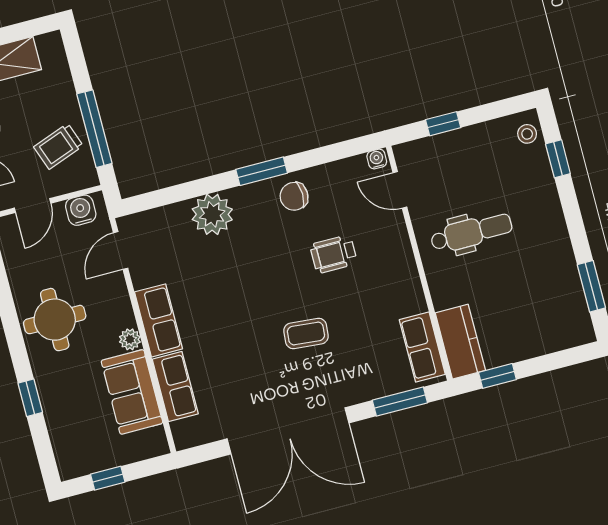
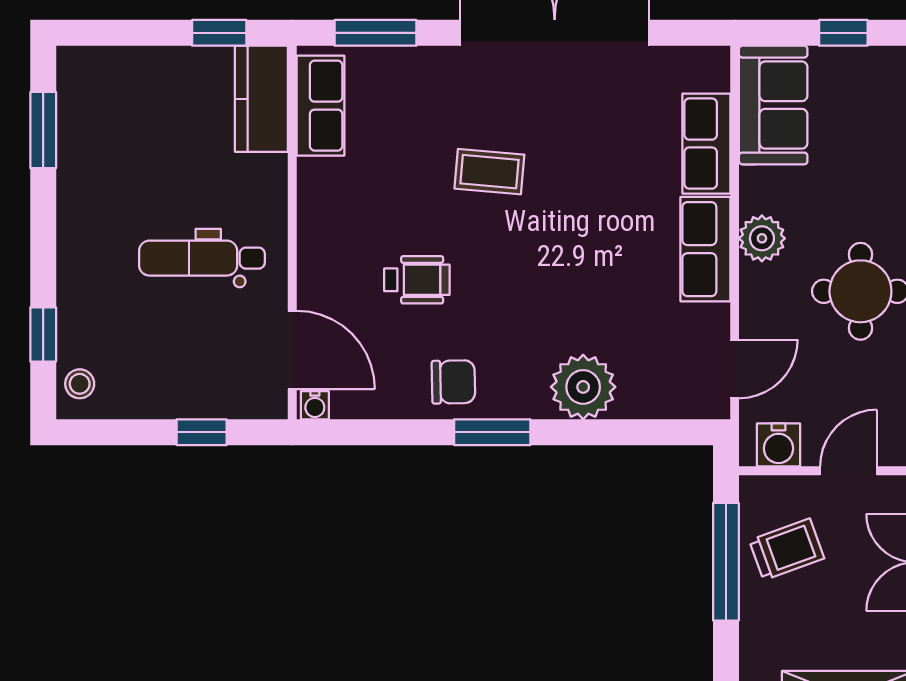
door: (400, 190) -> (292, 350), width x1.38
plant: (130, 339) -> (762, 238), width x1.38, depth x1.38
sofa: (132, 392) -> (773, 105), moved

